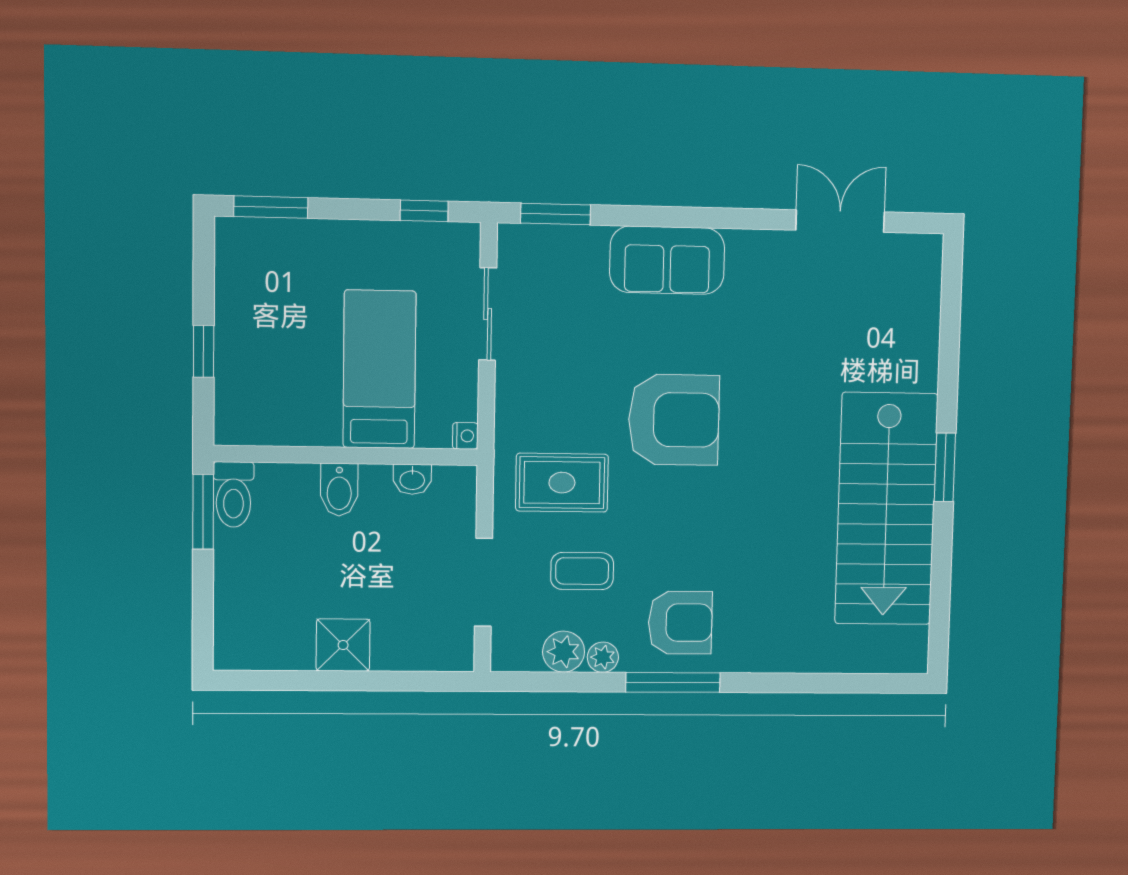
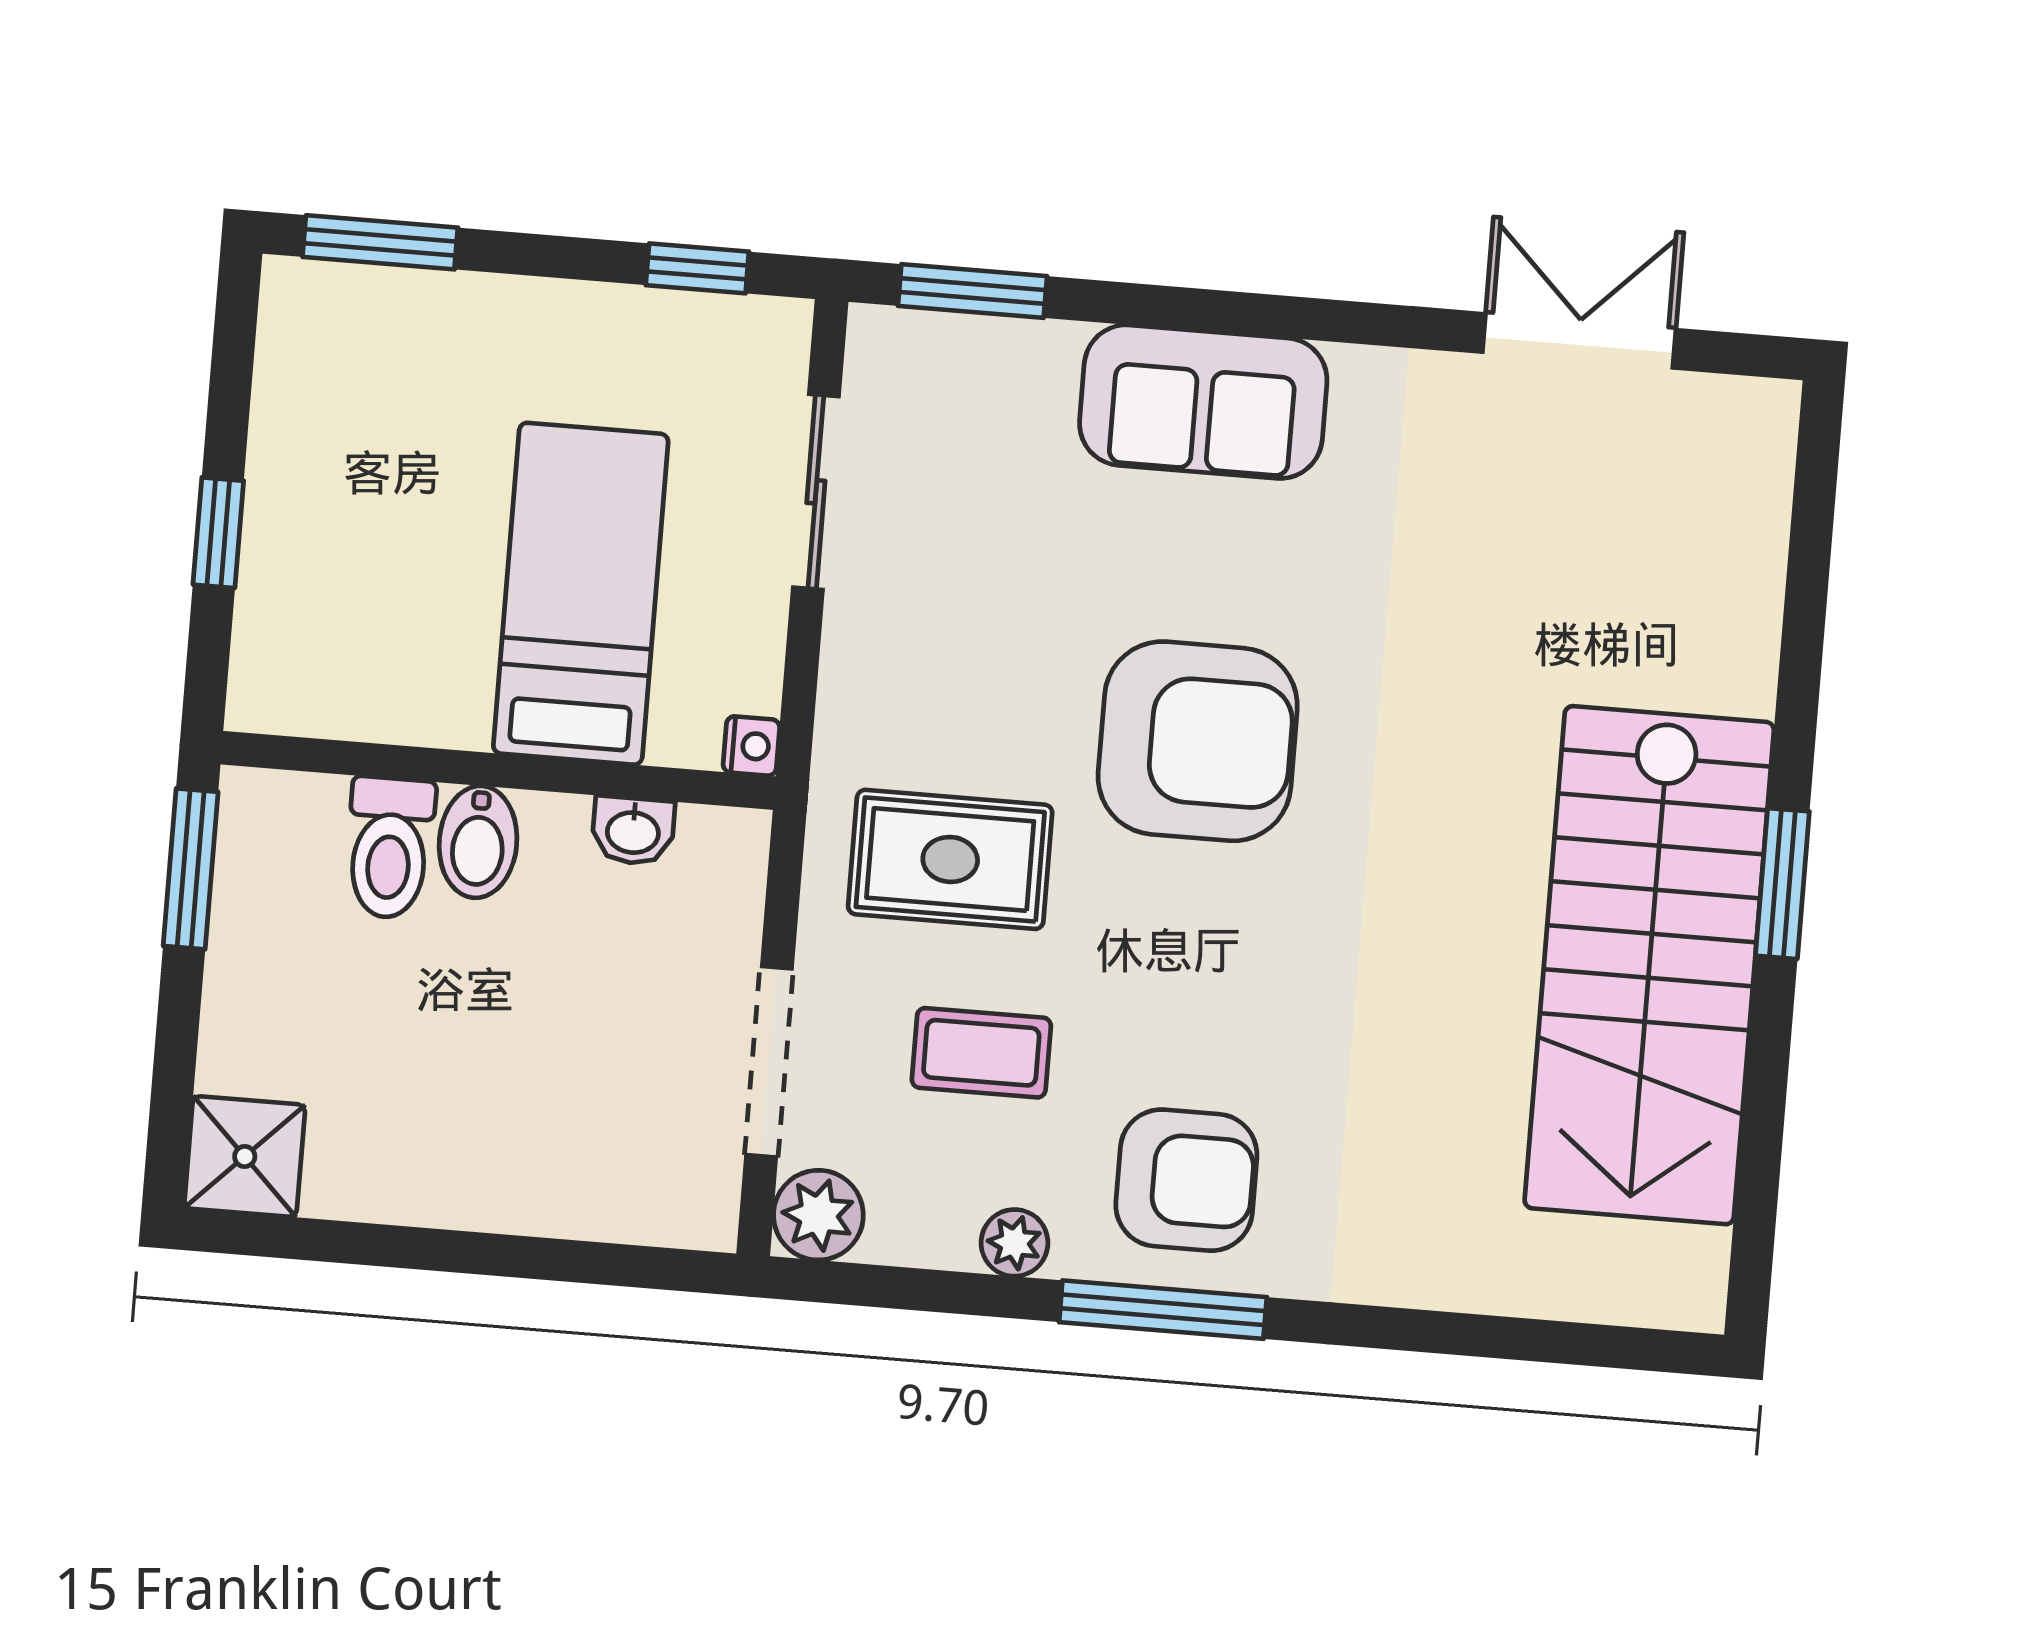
toilet: (233, 494) -> (390, 848), moved
shower: (343, 645) -> (245, 1156), moved
plant: (564, 652) -> (818, 1215), moved

